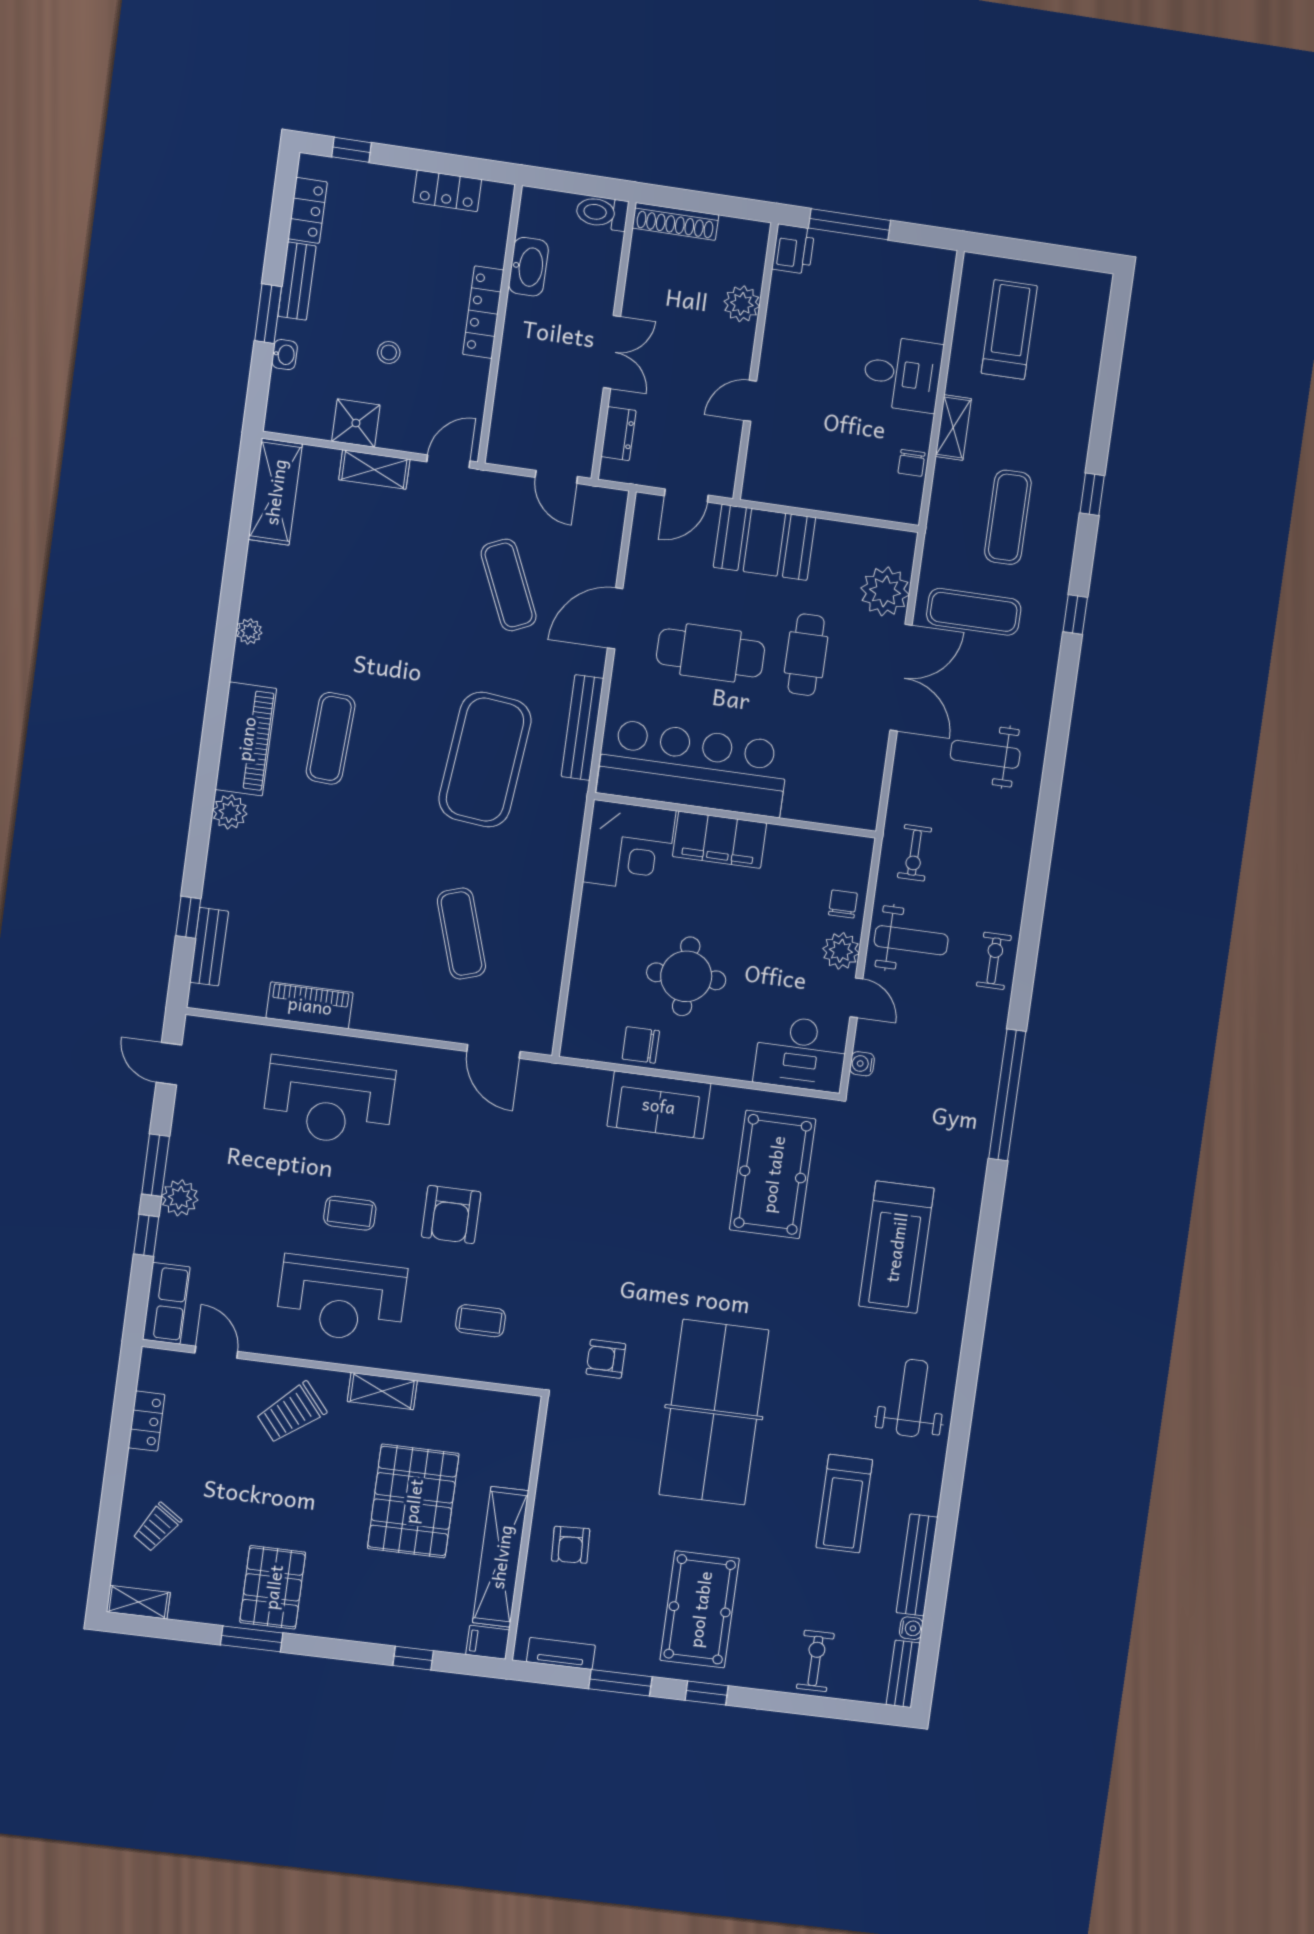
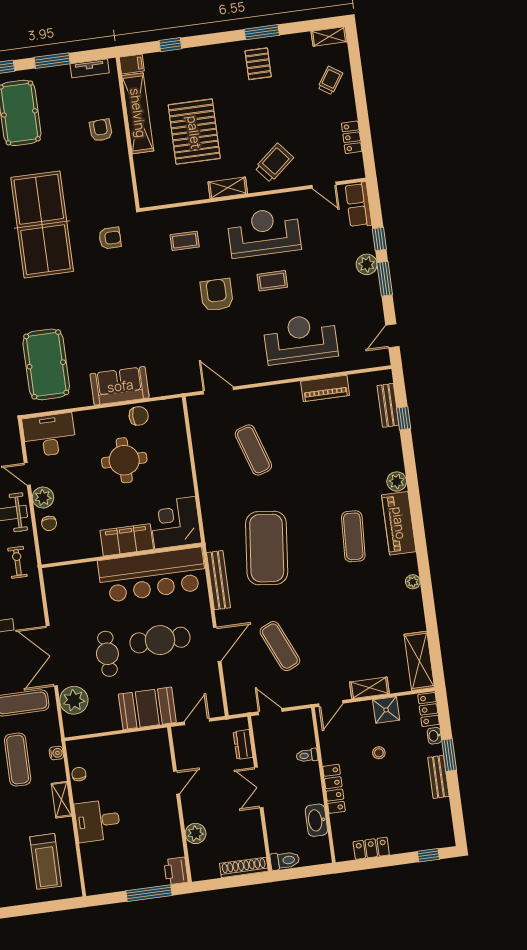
locker: (308, 210) -> (429, 709), moved
toilet: (514, 383) -> (307, 755), added
door: (169, 1064) -> (392, 336), swing flipped
water cooler: (862, 1064) -> (56, 753), moved
pallet: (273, 1587) -> (258, 64), width x0.67, depth x0.71

